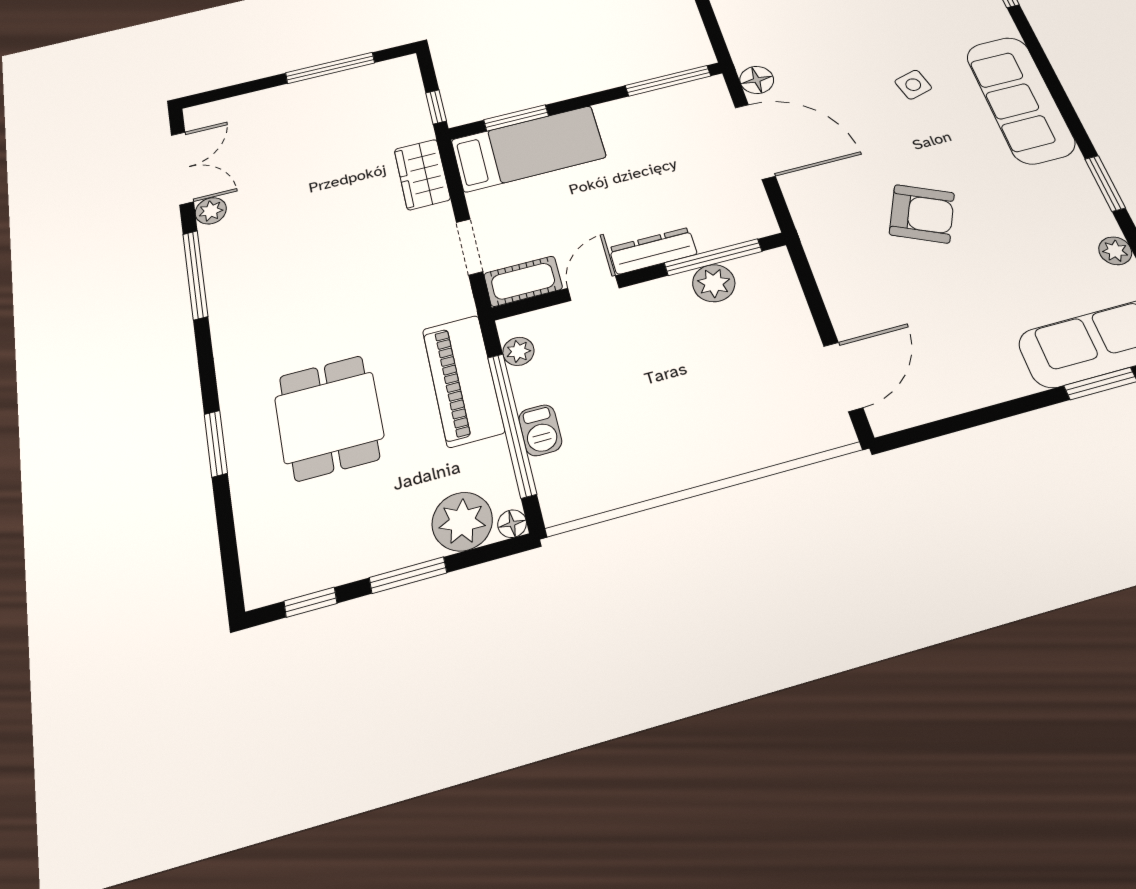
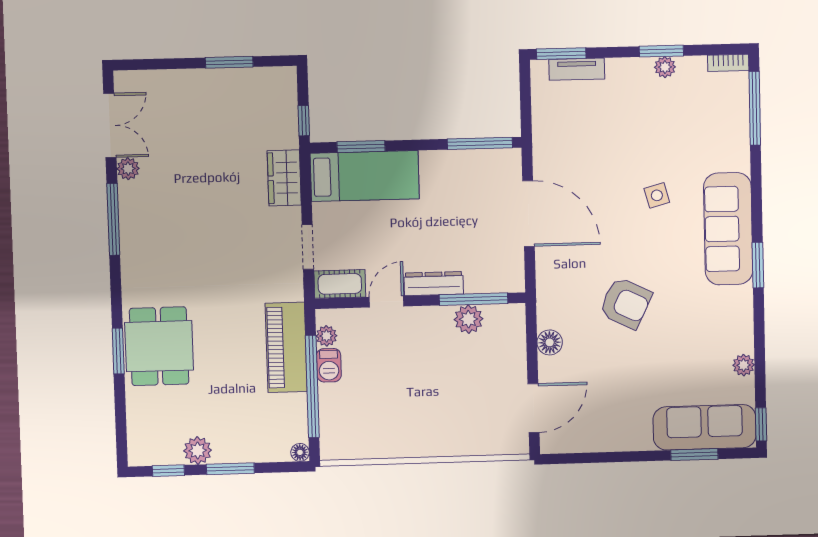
window: (330, 68) -> (229, 62), width x0.69
floor lamp: (757, 80) -> (550, 342), moved
window: (1105, 183) -> (758, 265), moved
dining table: (329, 417) -> (159, 346), moved
barbecue: (540, 430) -> (329, 365), moved
plant: (462, 522) -> (198, 451), moved, width x0.73, depth x0.73

